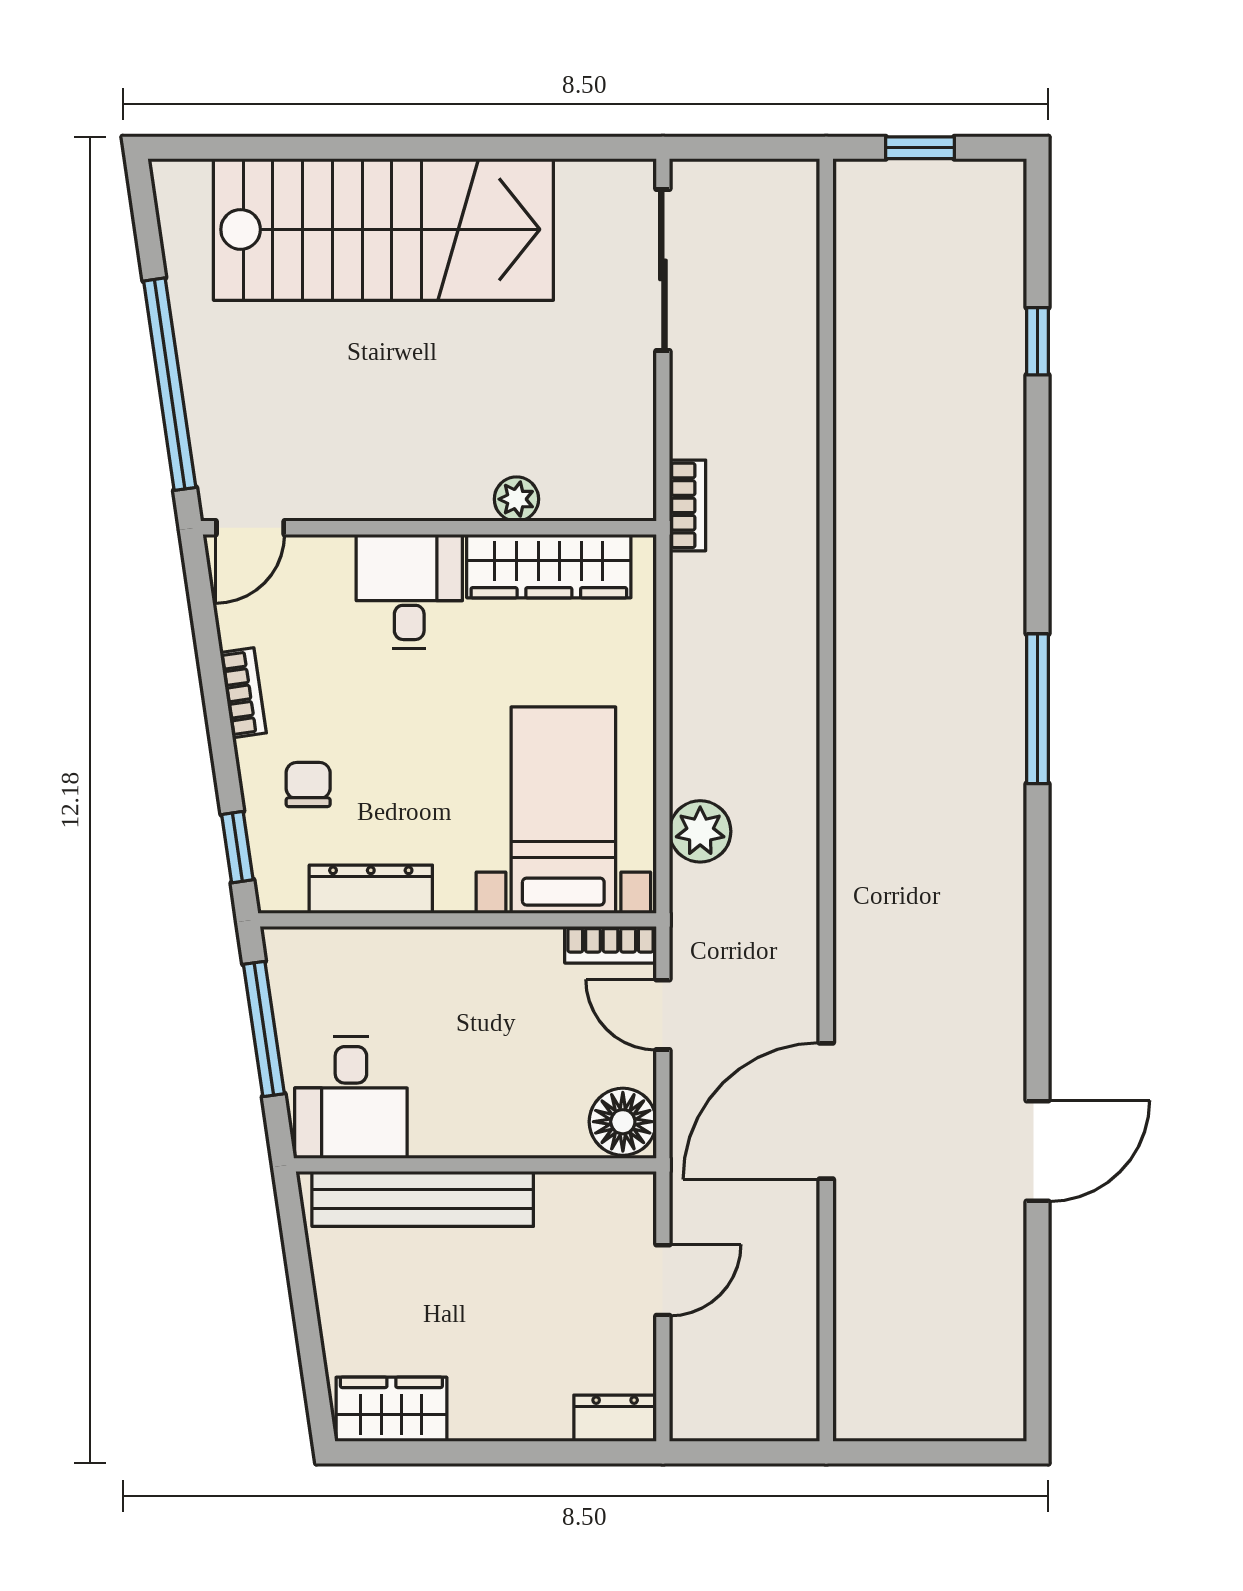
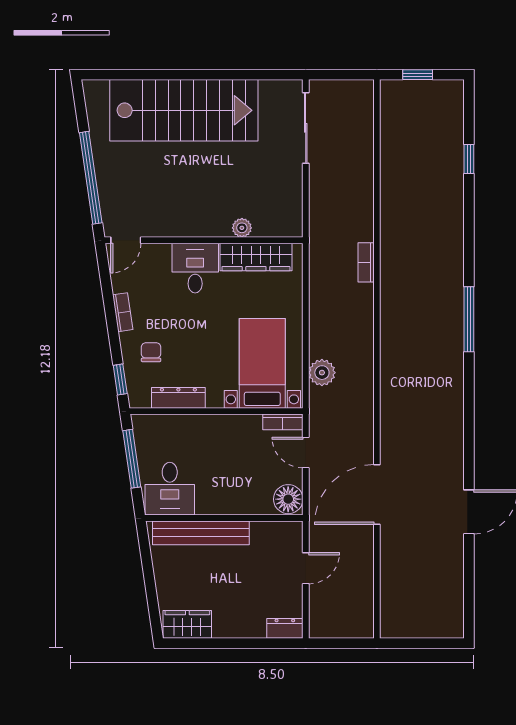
bookcase: (688, 505) -> (366, 262), moved, turned 180

